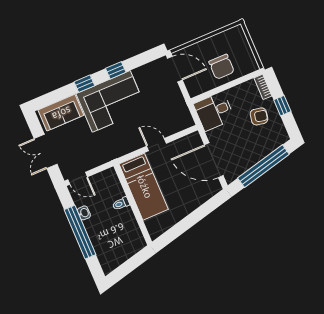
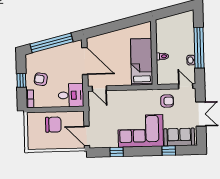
chair: (222, 67) -> (53, 125), turned 90
window: (116, 70) -> (117, 152), moved
window: (84, 84) -> (169, 151), moved
door: (156, 145) -> (99, 88), moved
armchair: (93, 151) -> (167, 101), added

